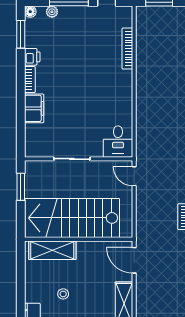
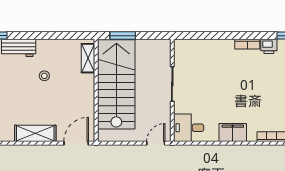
filing cabinet: (34, 108) -> (233, 132), moved, turned 180
window: (21, 187) -> (123, 36), moved
shelving: (52, 250) -> (88, 58), width x0.67, depth x0.75

